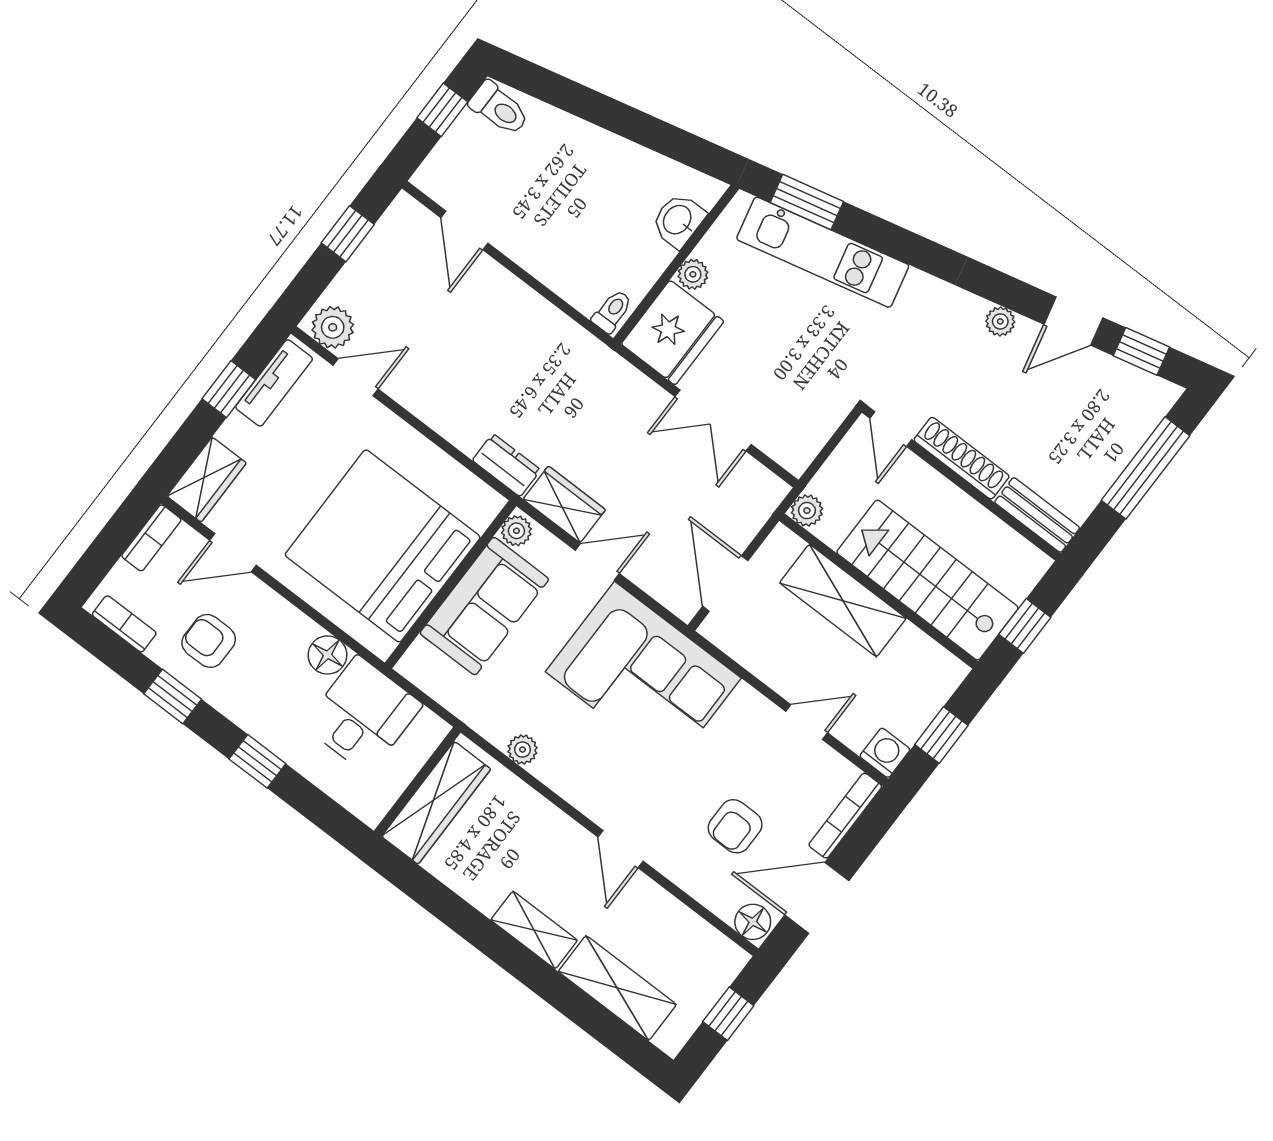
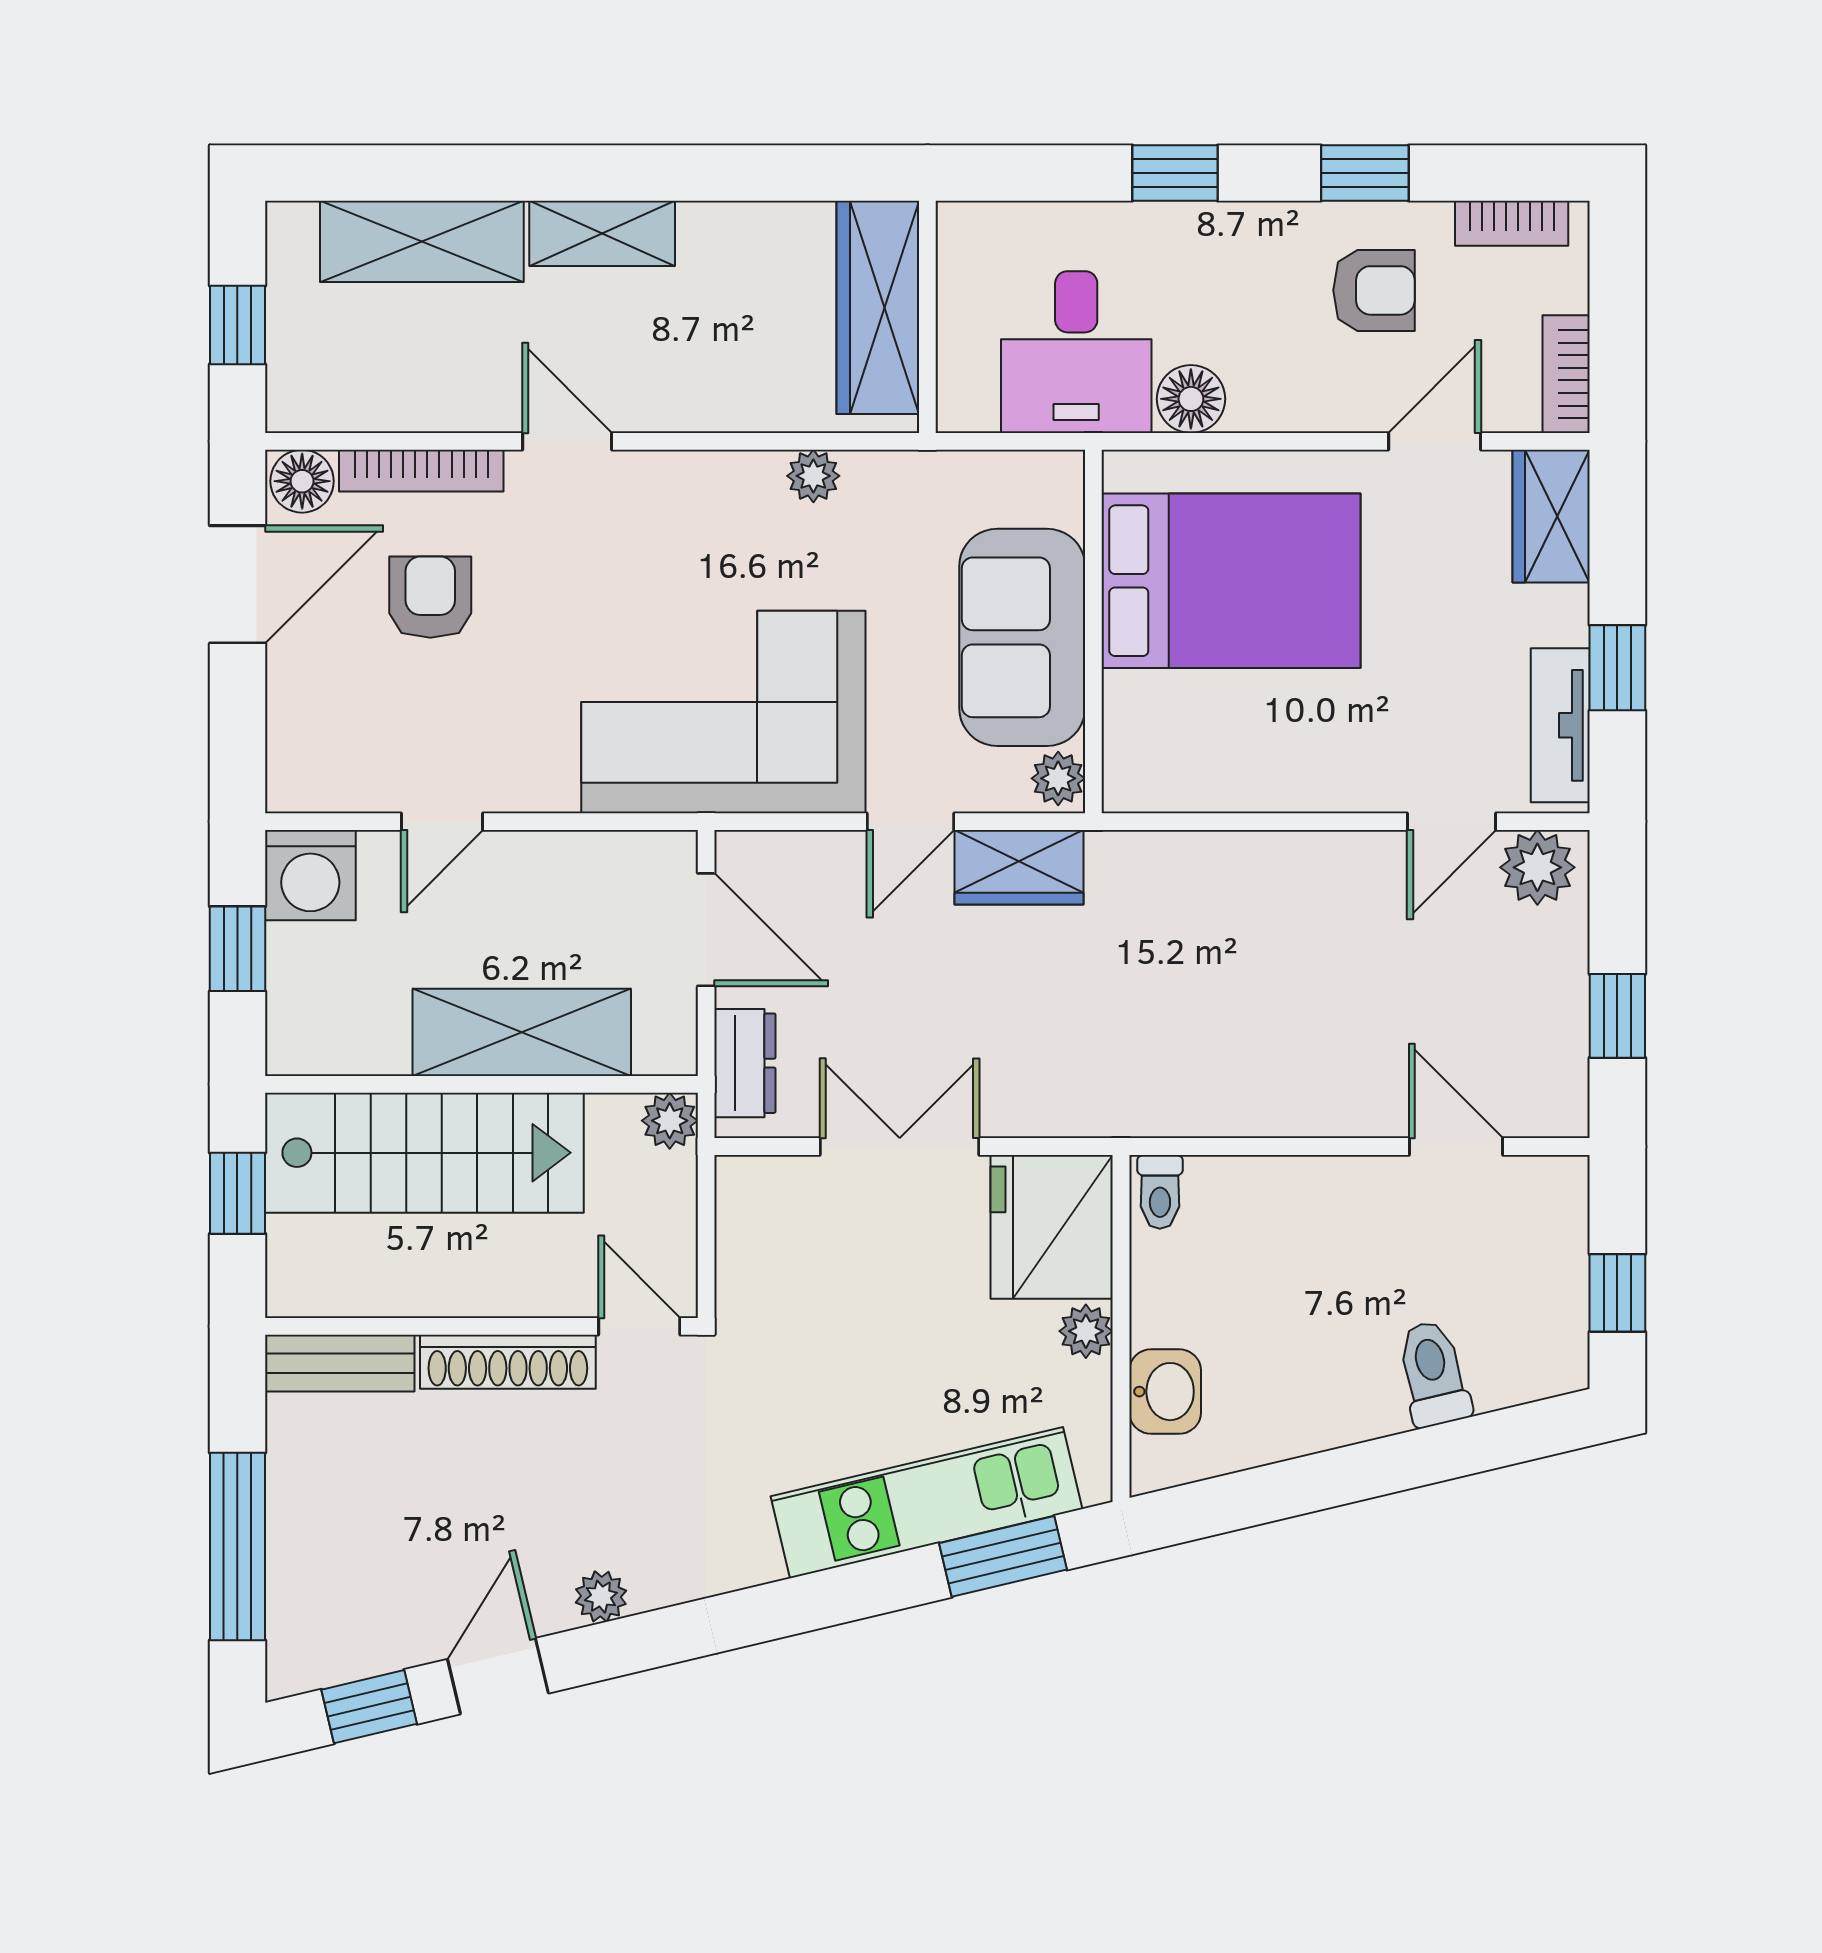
toilet: (499, 108) -> (1433, 1374), moved, turned 77
dresser: (506, 465) -> (745, 1063), moved, turned -90
bed: (383, 546) -> (1231, 581), width x0.73
washing machine: (885, 753) -> (310, 875), width x1.38, depth x1.38
bookcase: (845, 816) -> (421, 471), moved, turned 90

